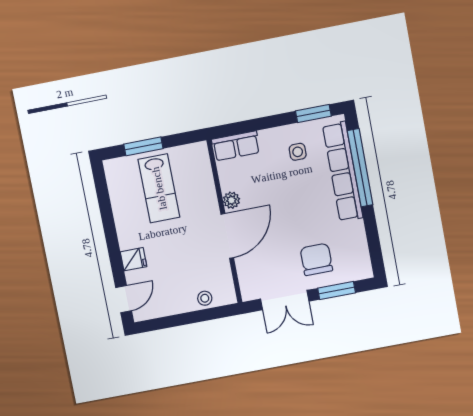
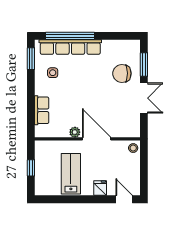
window: (143, 146) -> (31, 168), width x0.67
lab bench: (159, 188) -> (71, 174), moved, turned -90
plant: (231, 200) -> (75, 132), moved
wall: (225, 222) -> (87, 139), moved
door: (227, 236) -> (97, 139), moved

